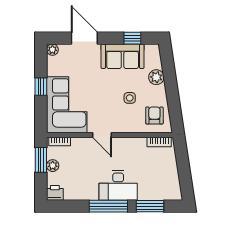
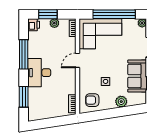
window: (41, 87) -> (114, 14), width x3.17
armchair: (154, 115) -> (92, 100), turned 180
window: (41, 160) -> (48, 14), moved
window: (108, 206) -> (24, 54), moved

